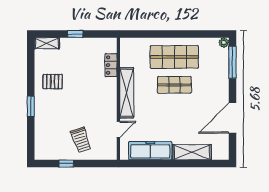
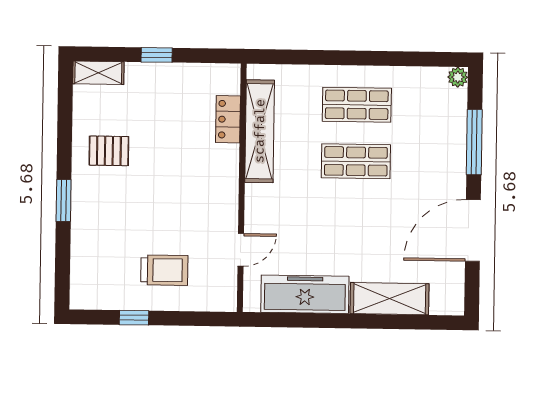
shop shelf: (174, 57) -> (357, 105), width x0.70, depth x0.74
window: (232, 62) -> (474, 142), moved
shelving: (127, 93) -> (260, 131), moved
trolley: (81, 140) -> (164, 270), turned -71

